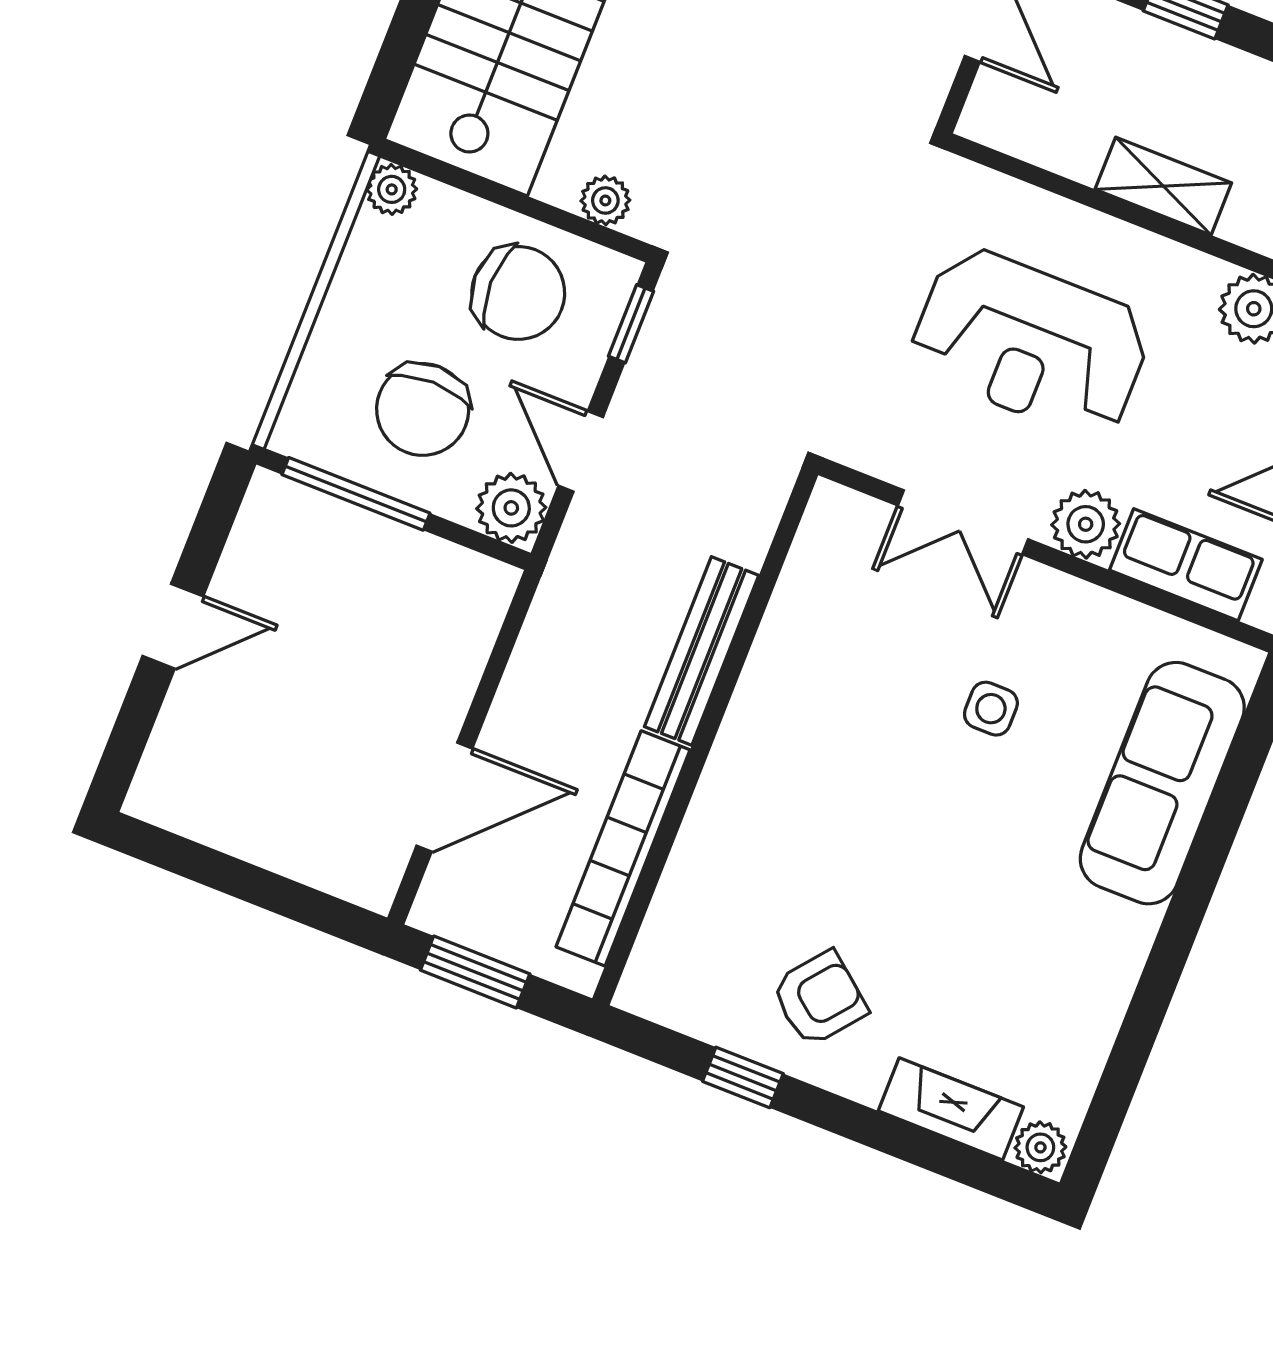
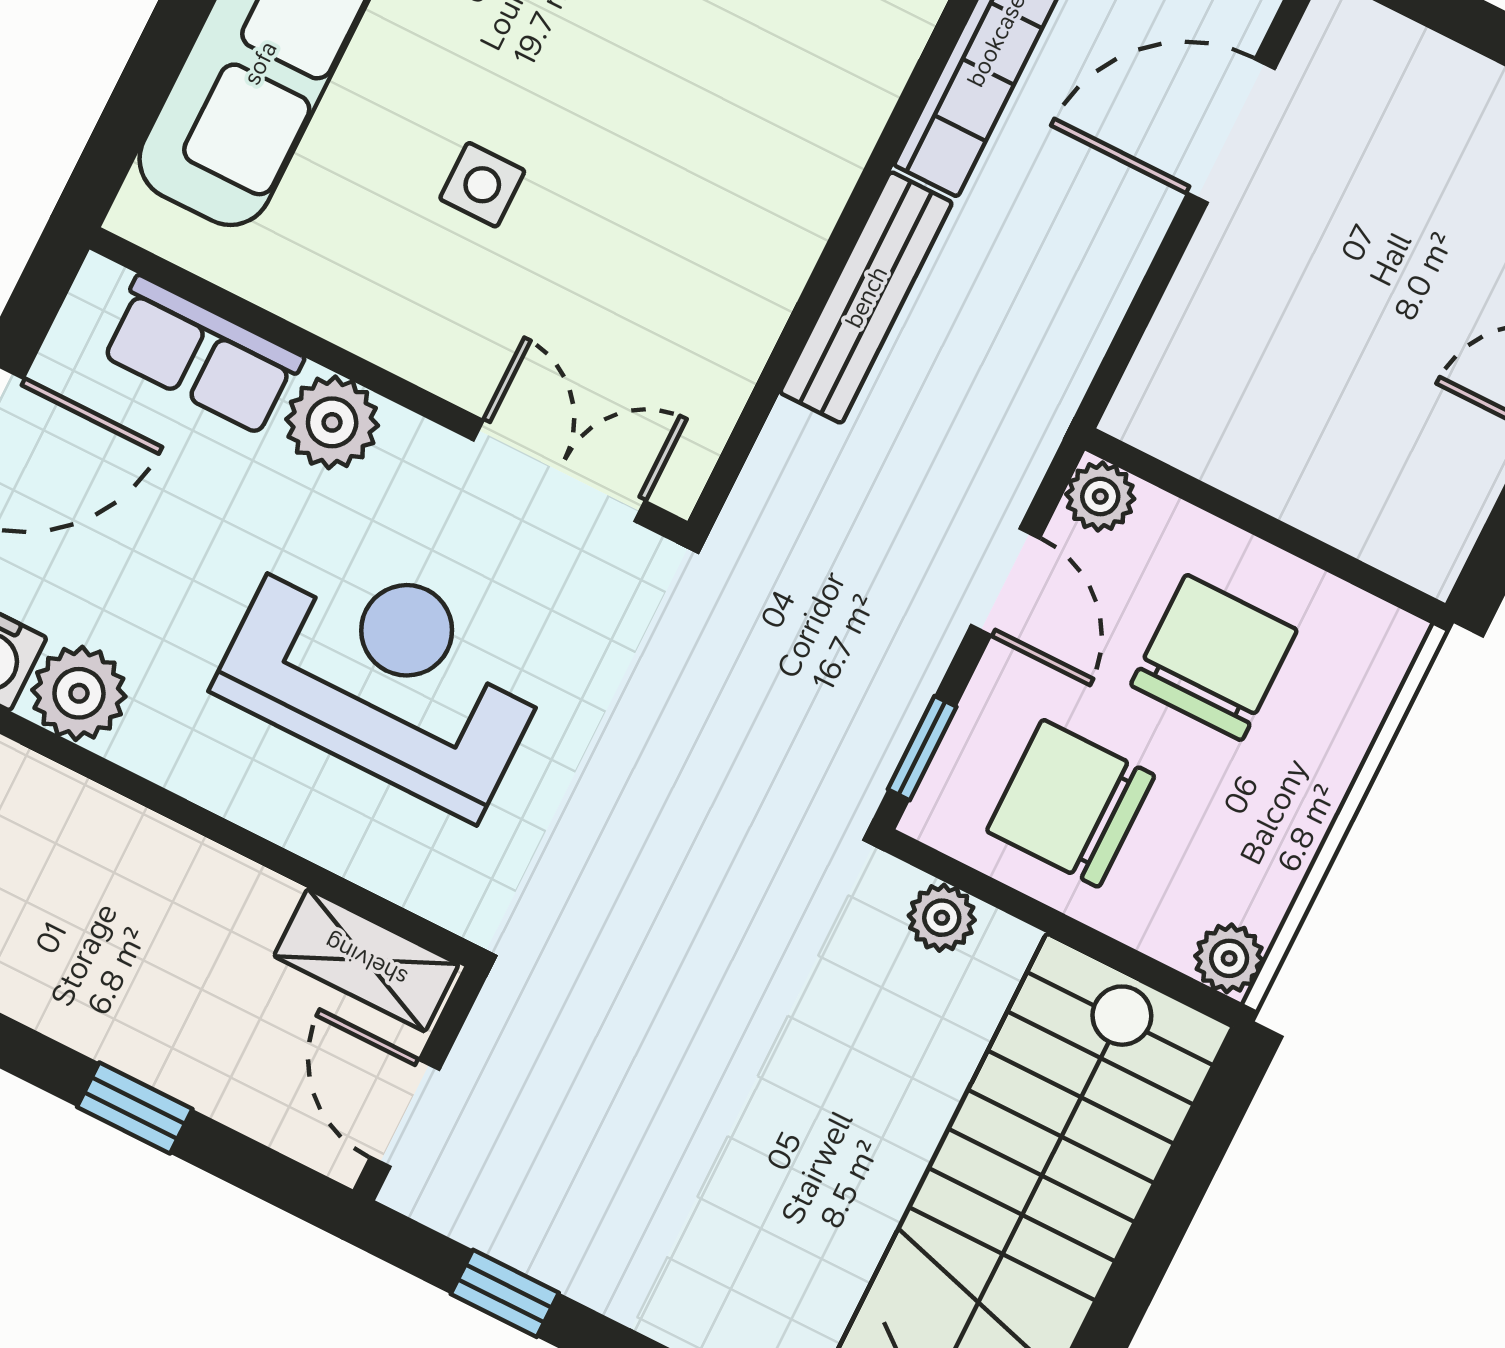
shelving: (1163, 186) -> (366, 960), moved
window: (356, 494) -> (1314, 551), removed
plant: (511, 508) -> (1100, 497), width x0.73, depth x0.73
double door: (963, 522) -> (559, 471), moved

